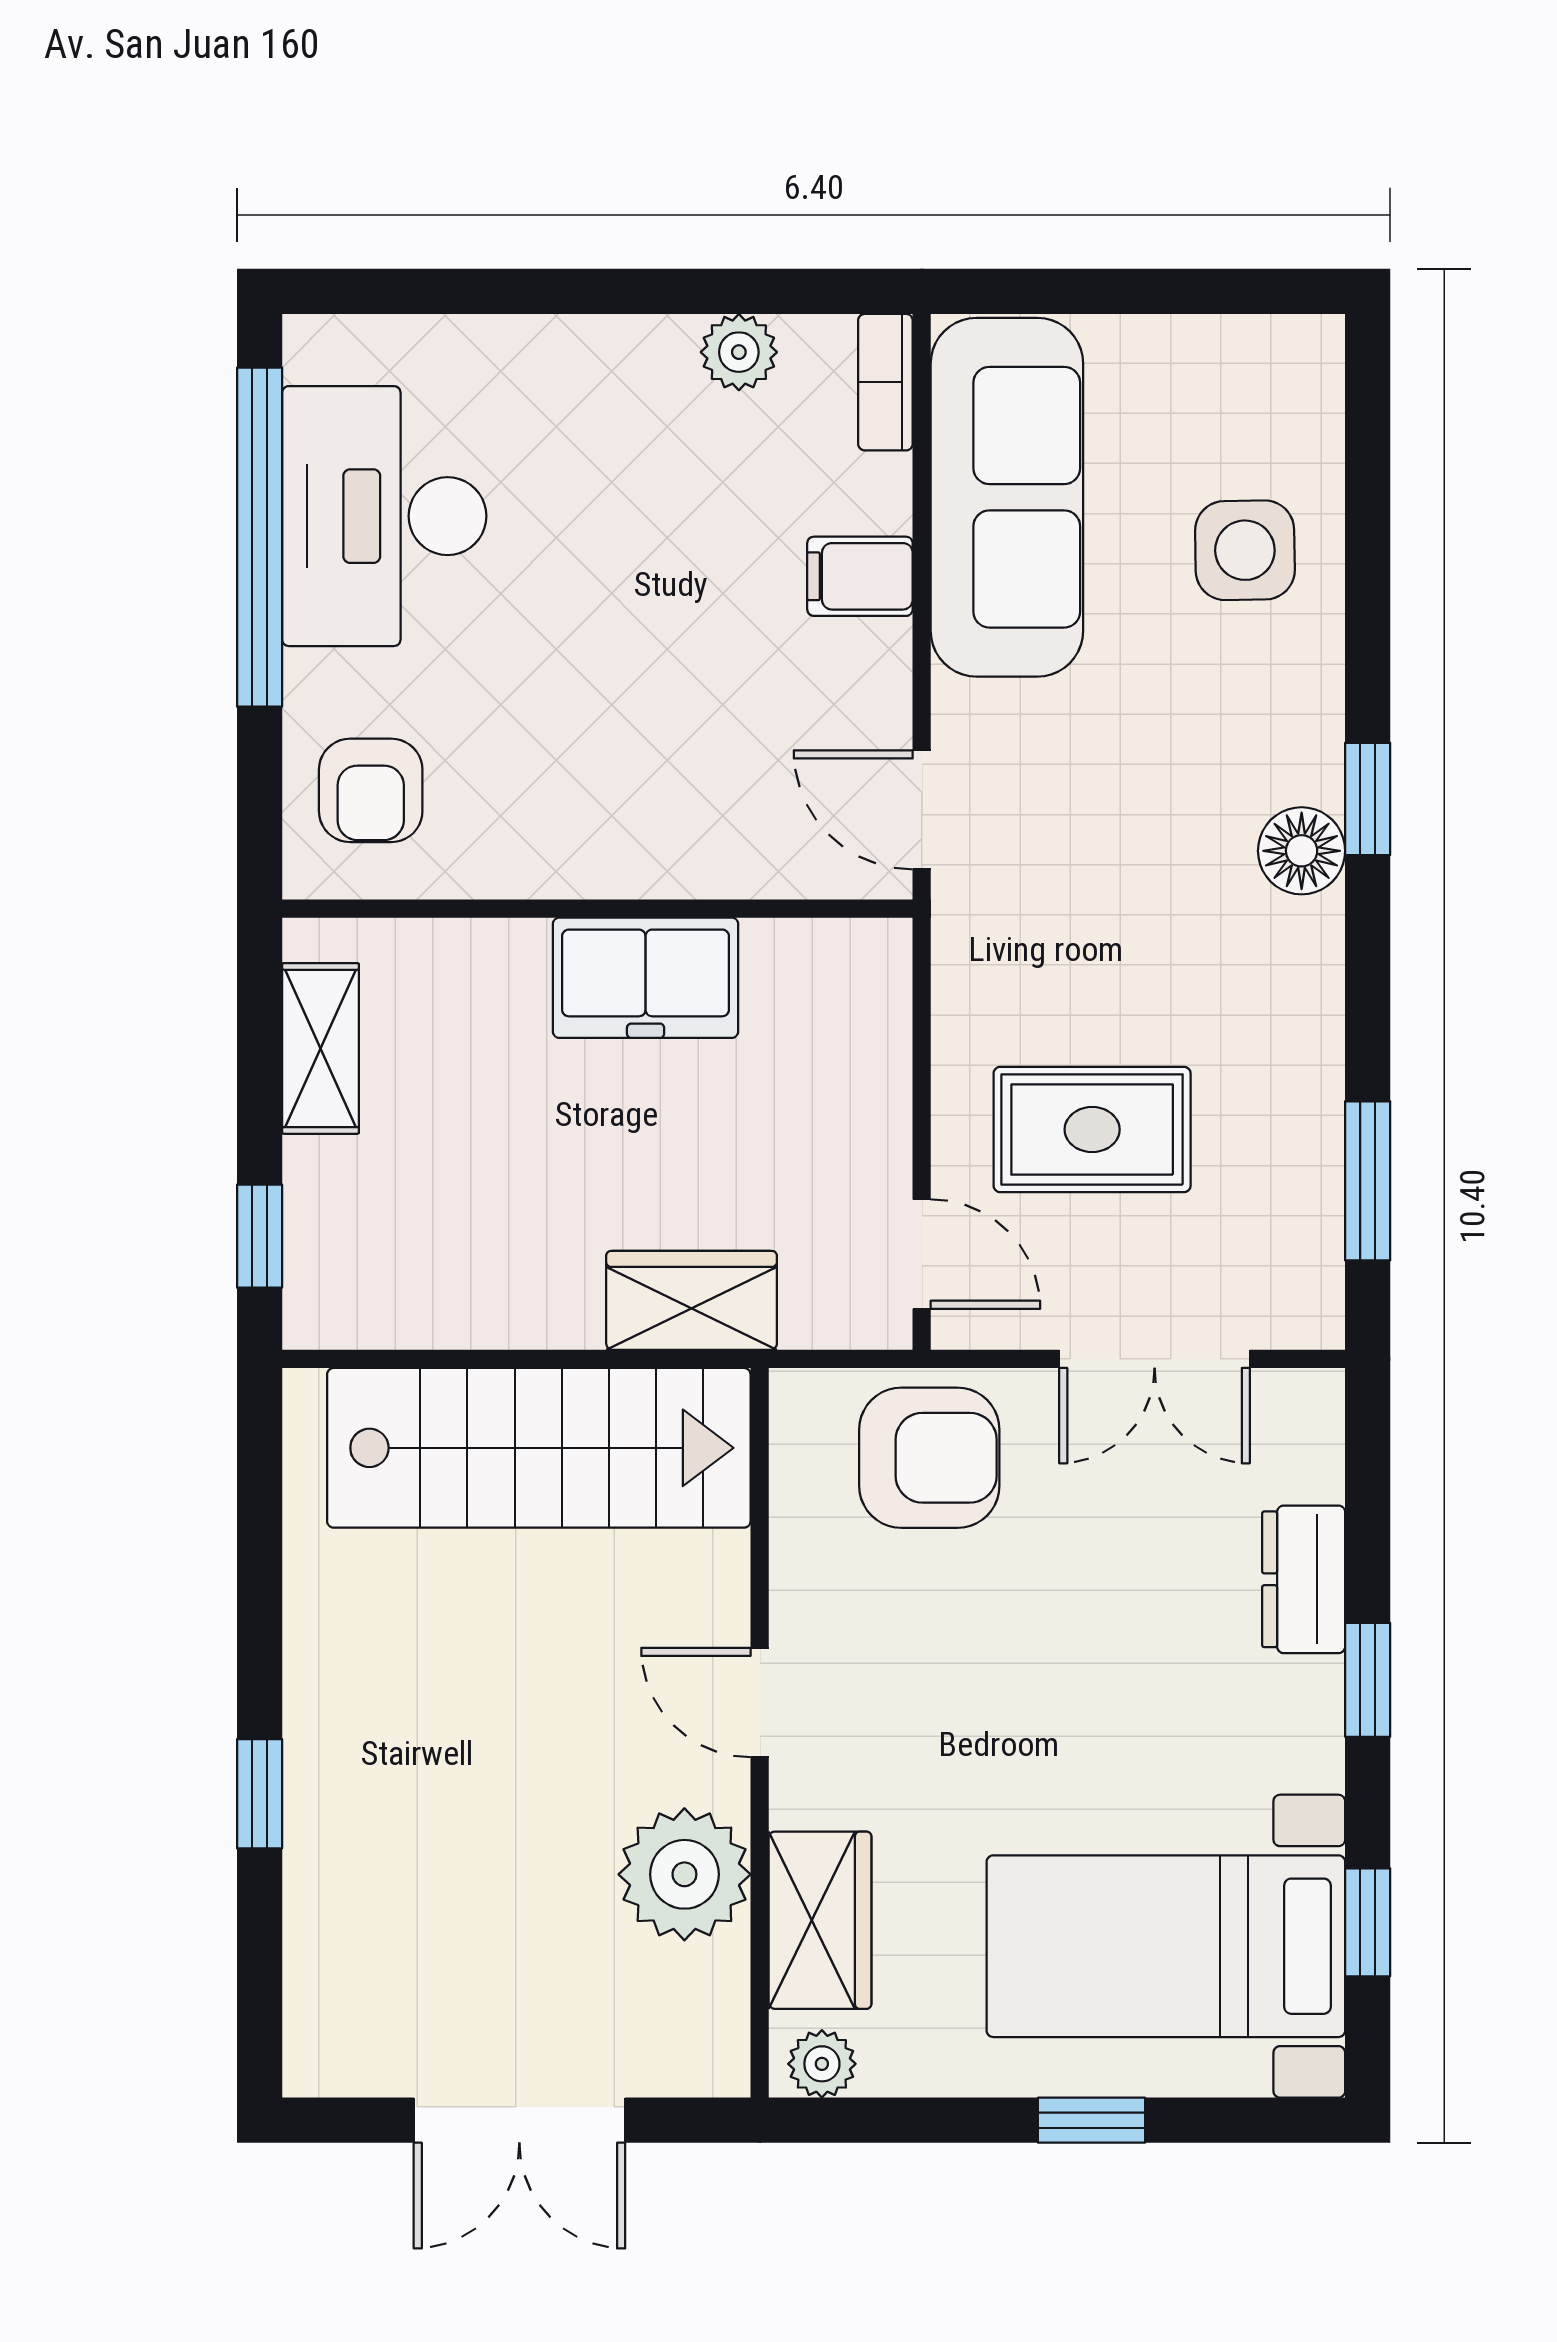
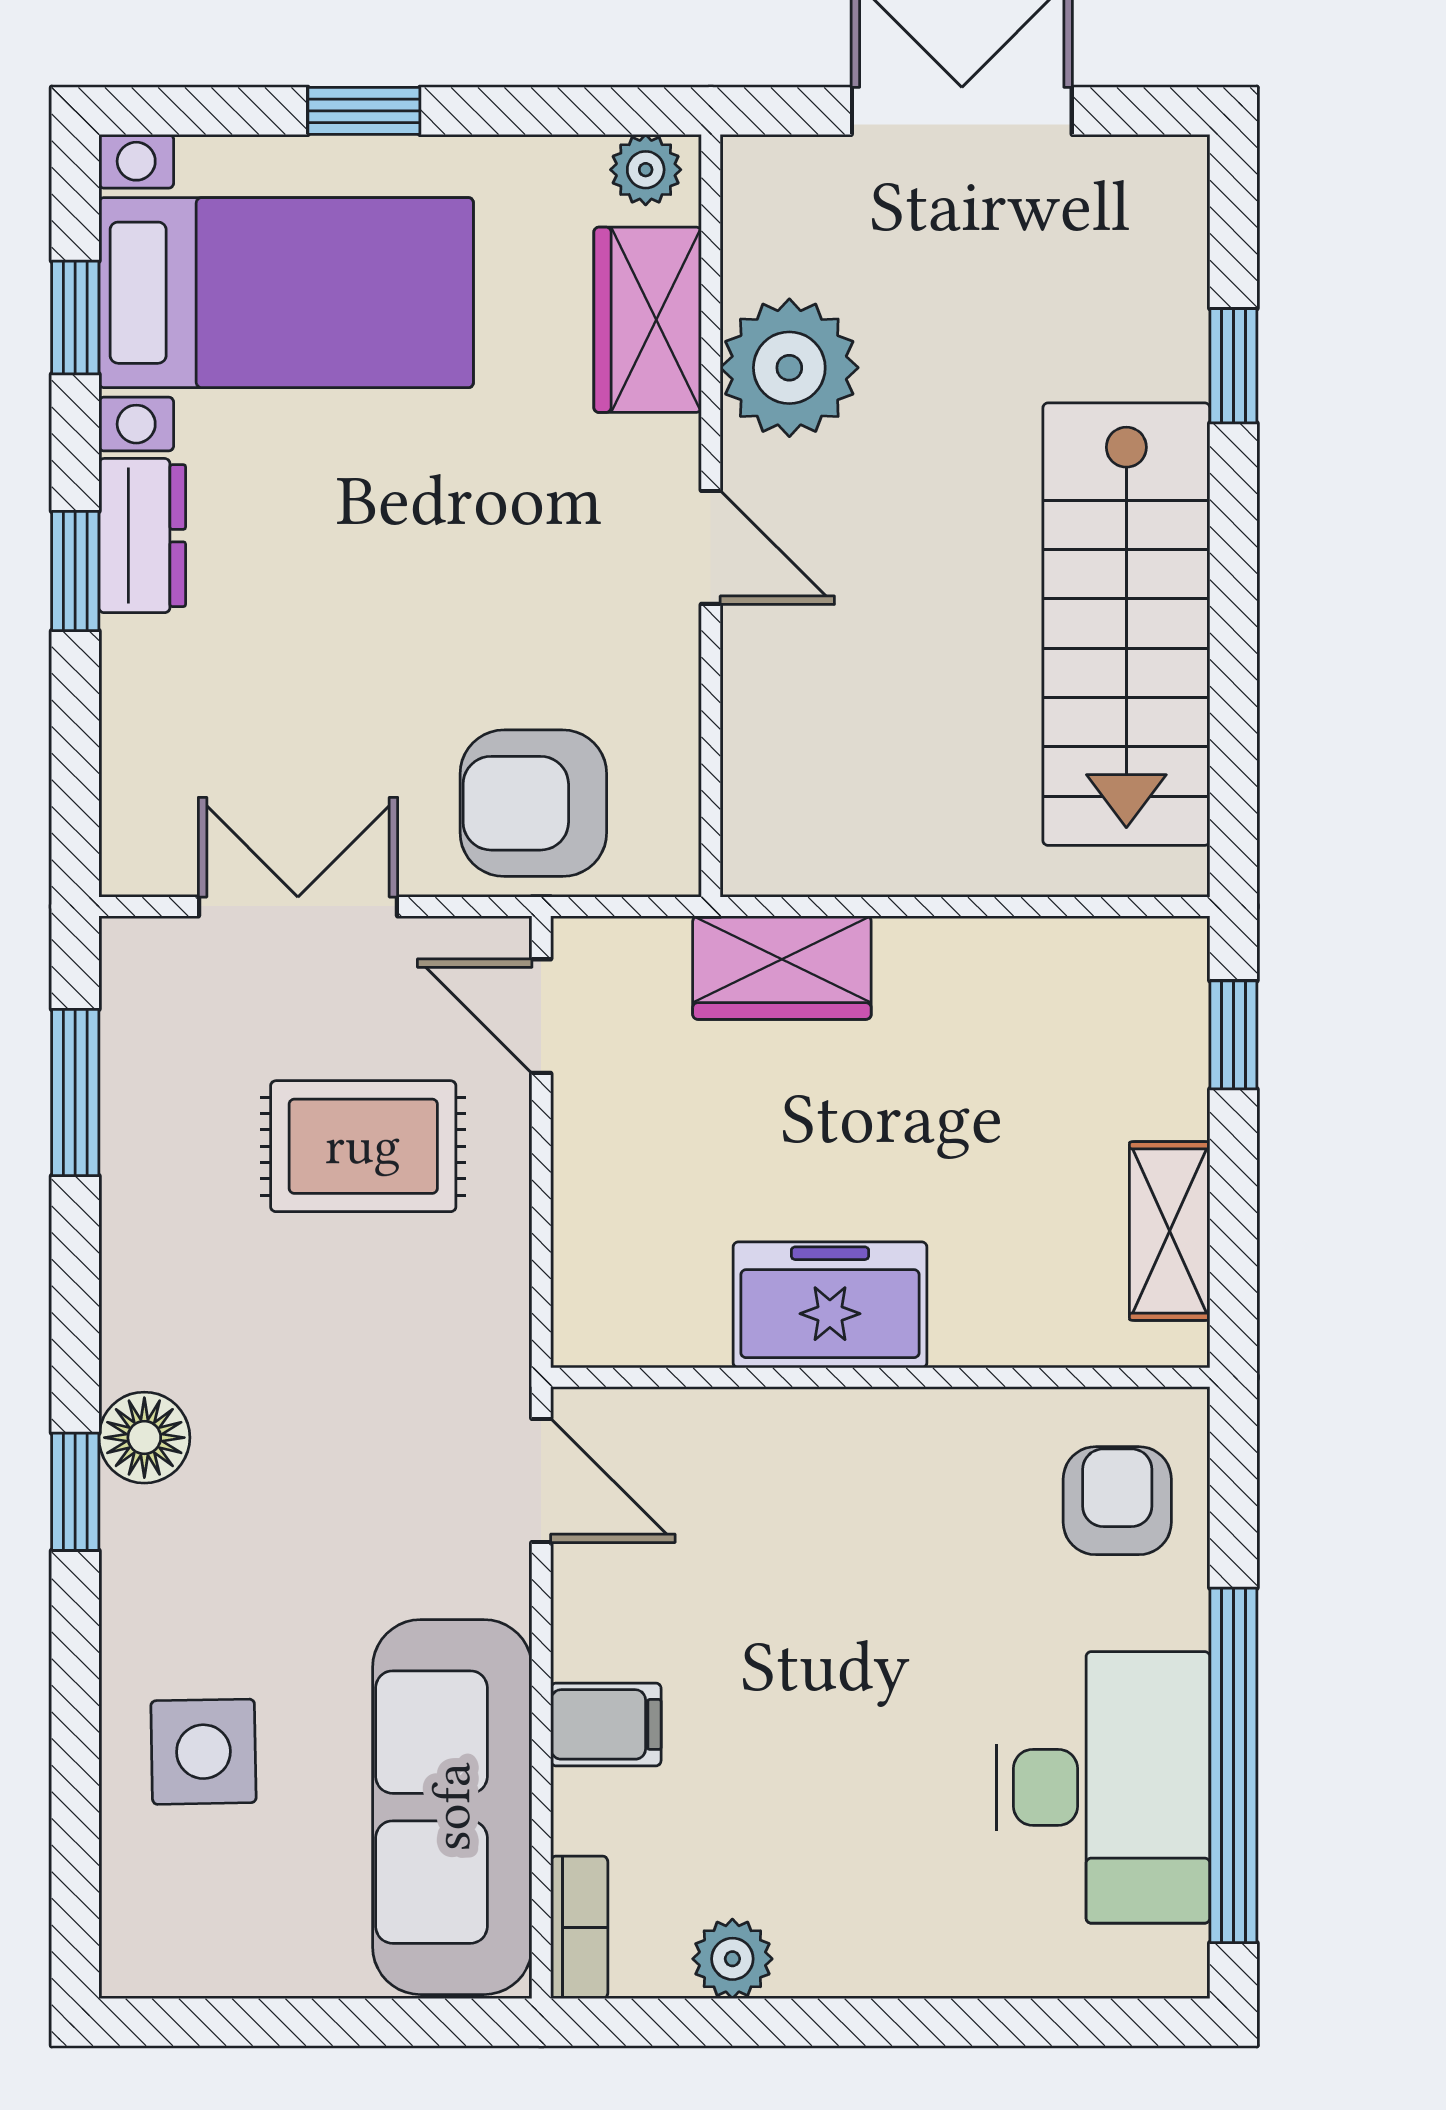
stairs: (539, 1448) -> (1126, 624), moved, turned -90
dresser: (1304, 1579) -> (142, 536), moved
window: (260, 1794) -> (1233, 366), moved

